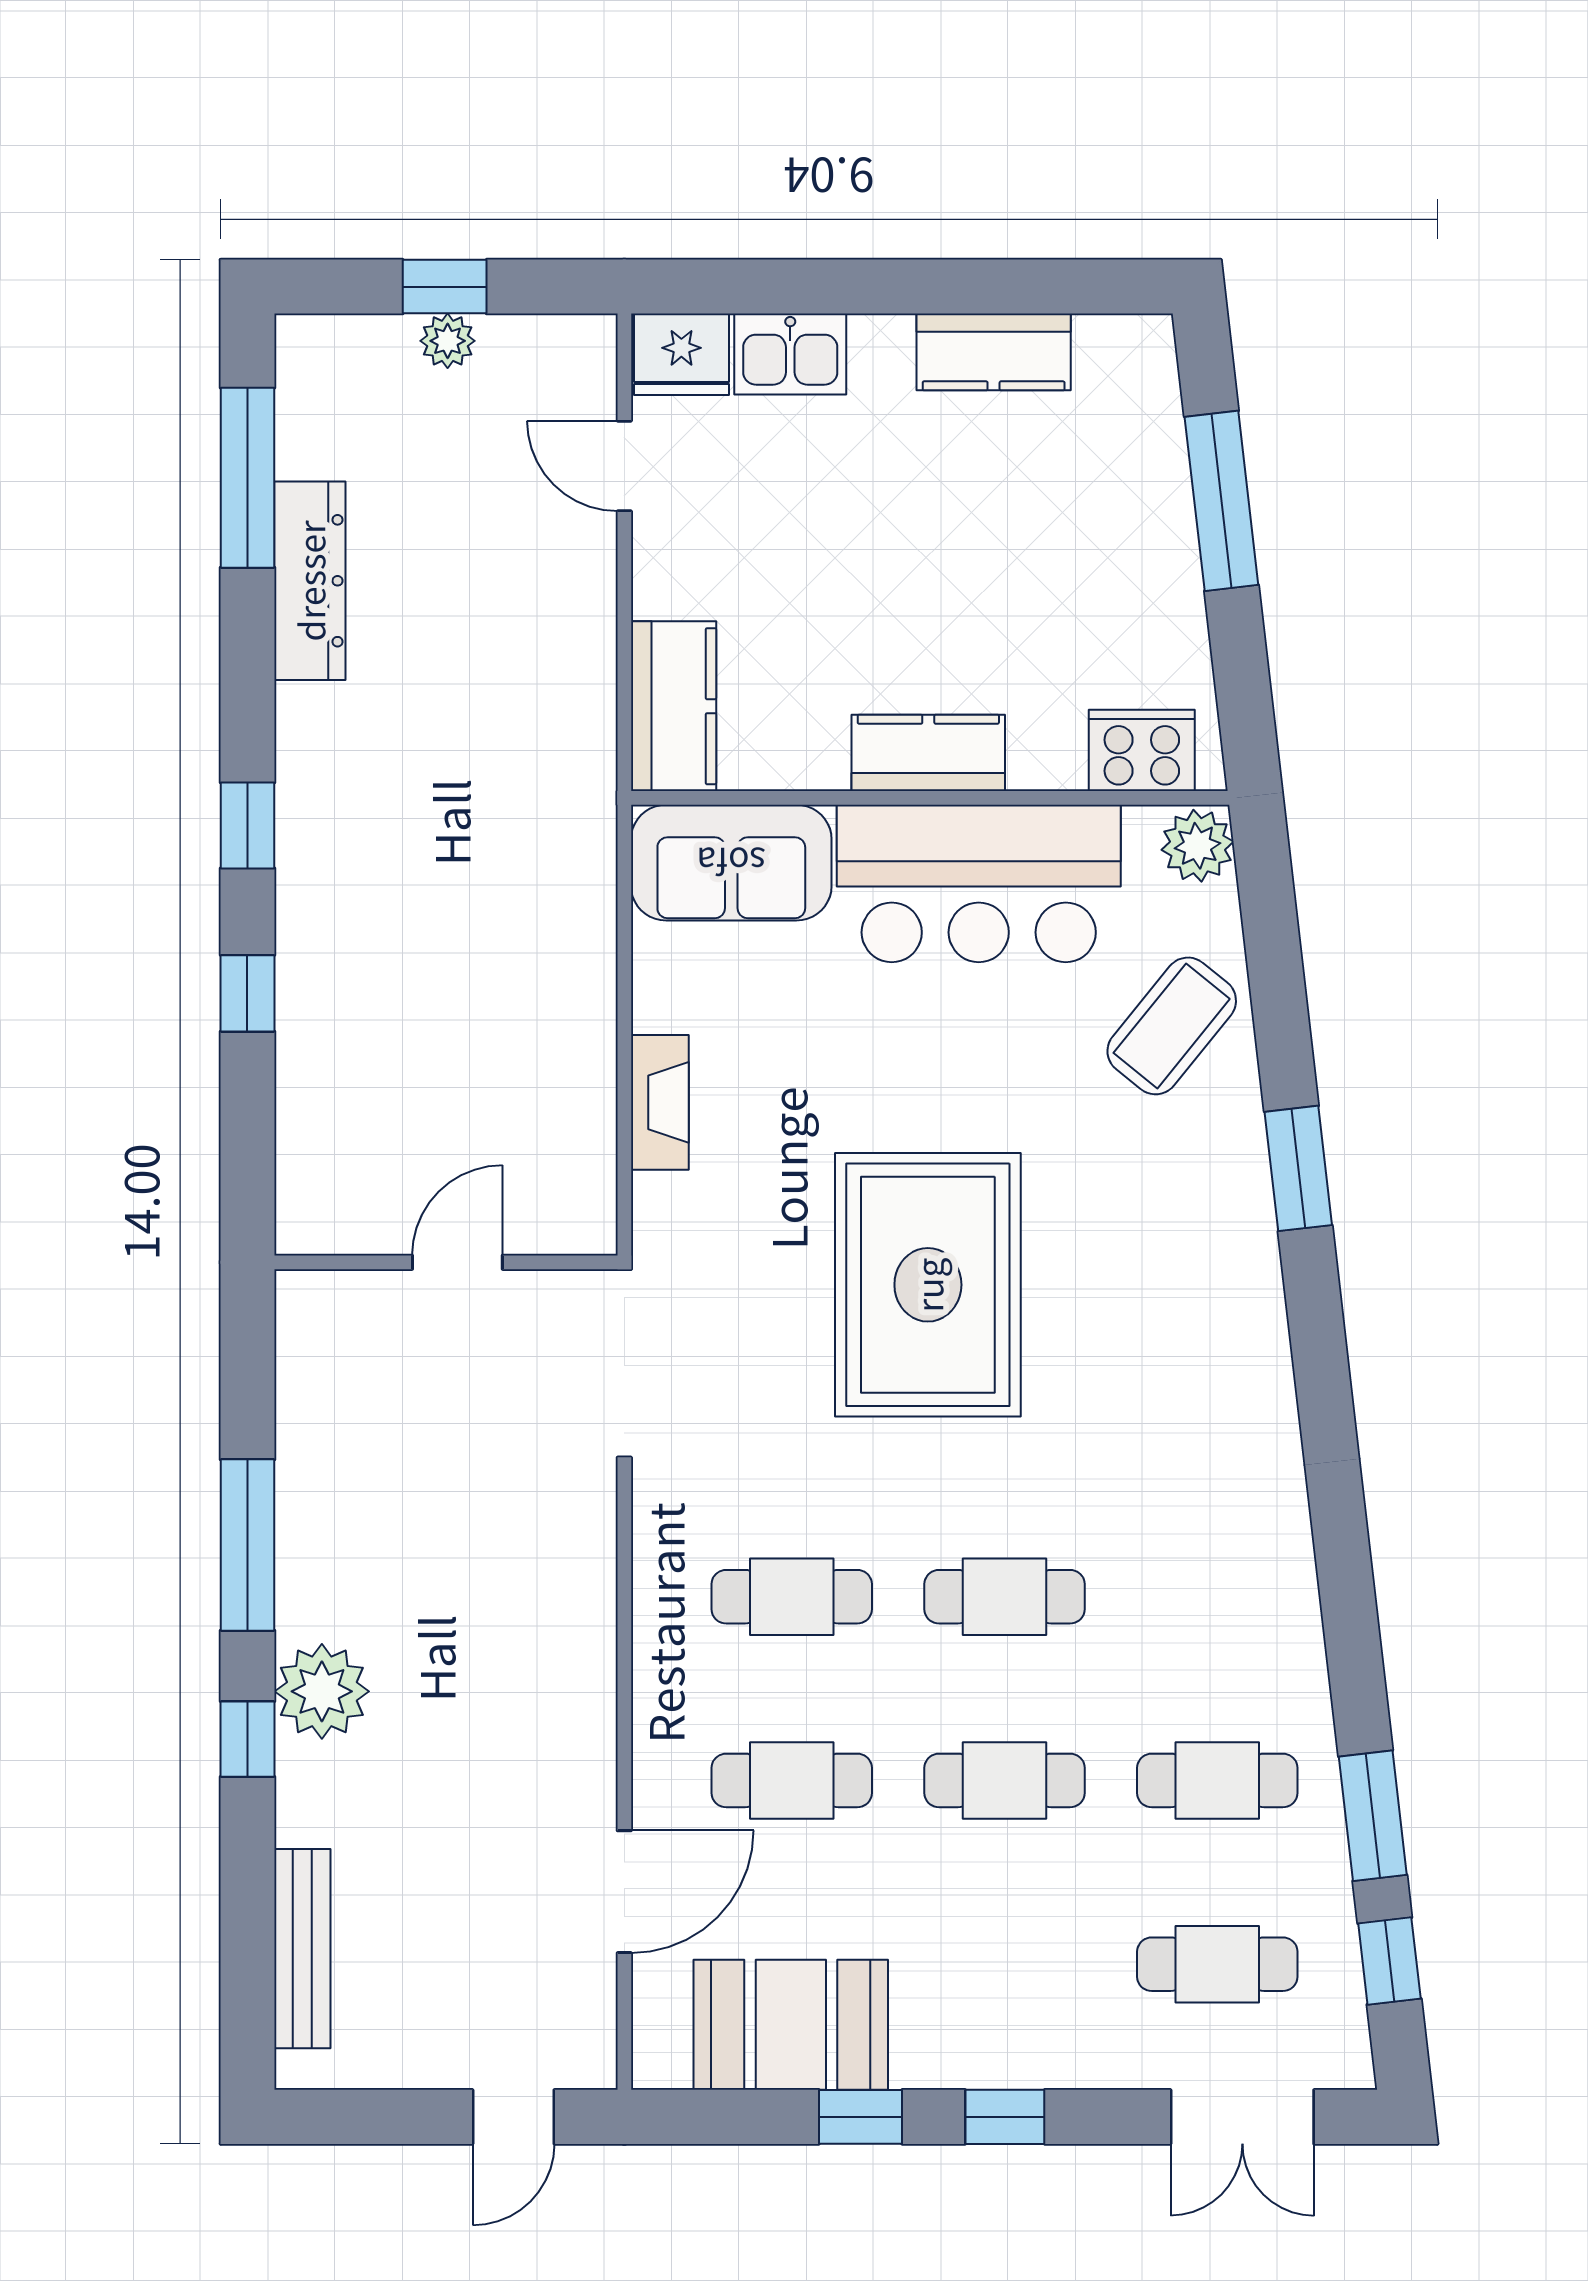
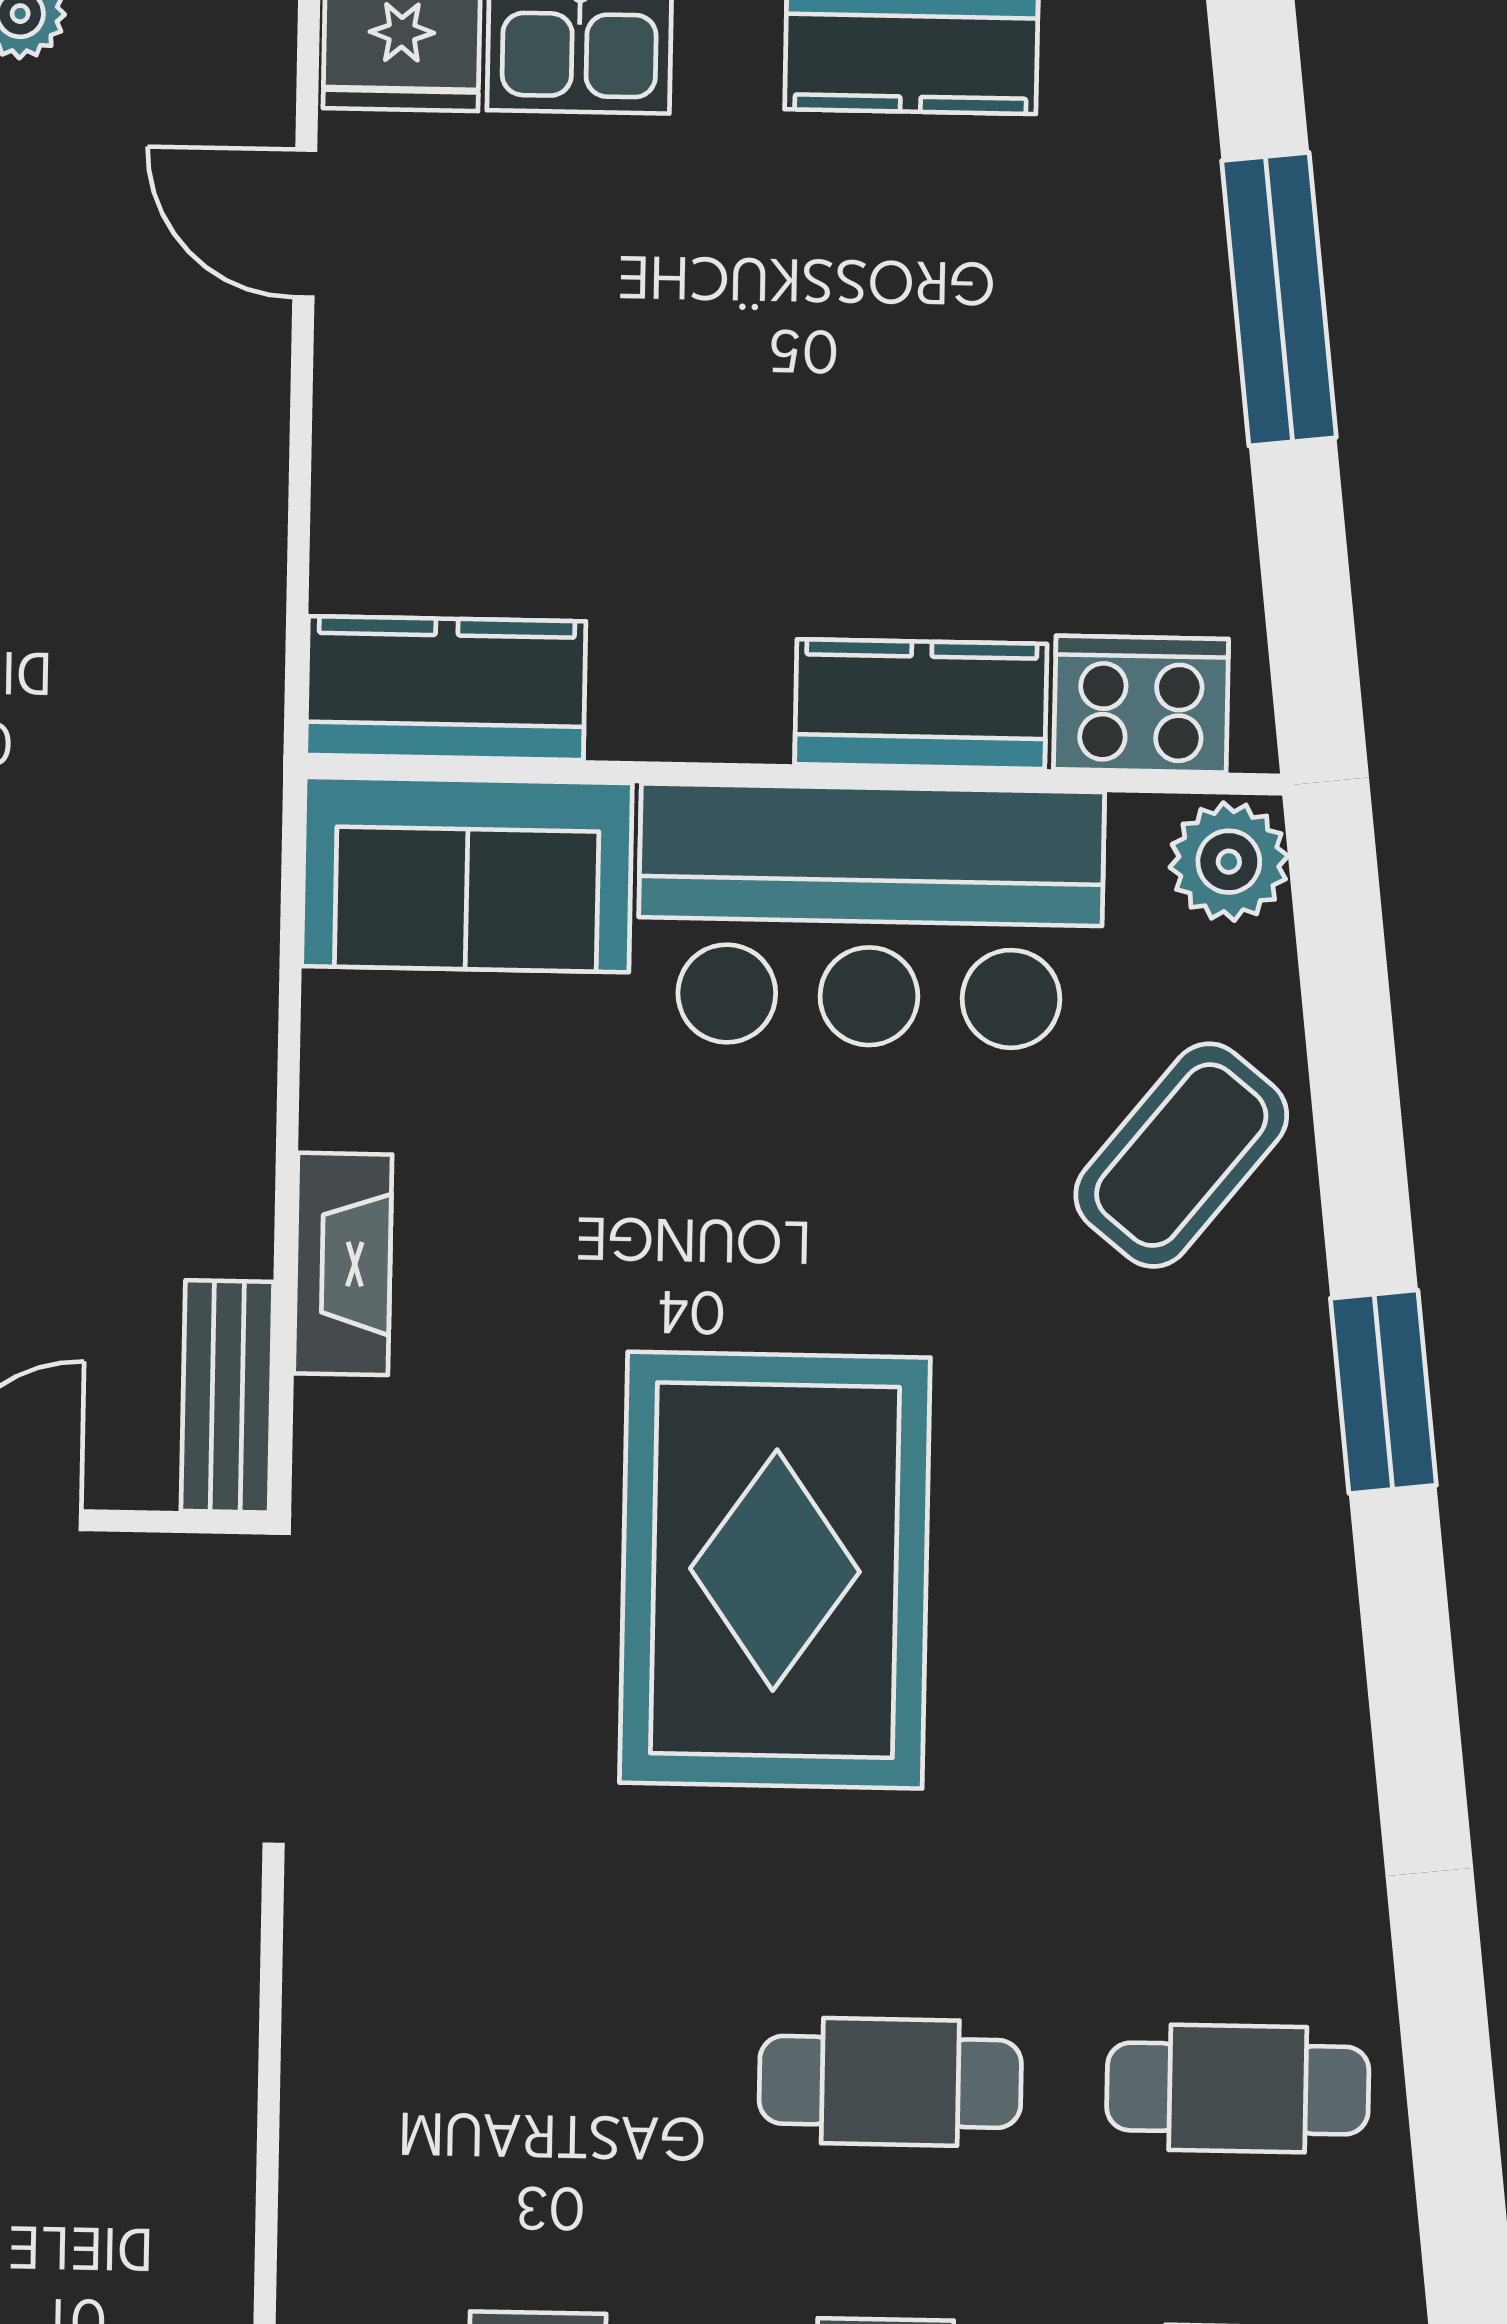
kitchen counter: (674, 706) -> (446, 688), moved, turned -90
kitchen counter: (928, 753) -> (921, 704), moved
bench: (591, 1185) -> (227, 1396), added
cafe table: (792, 1597) -> (1238, 2089), moved

